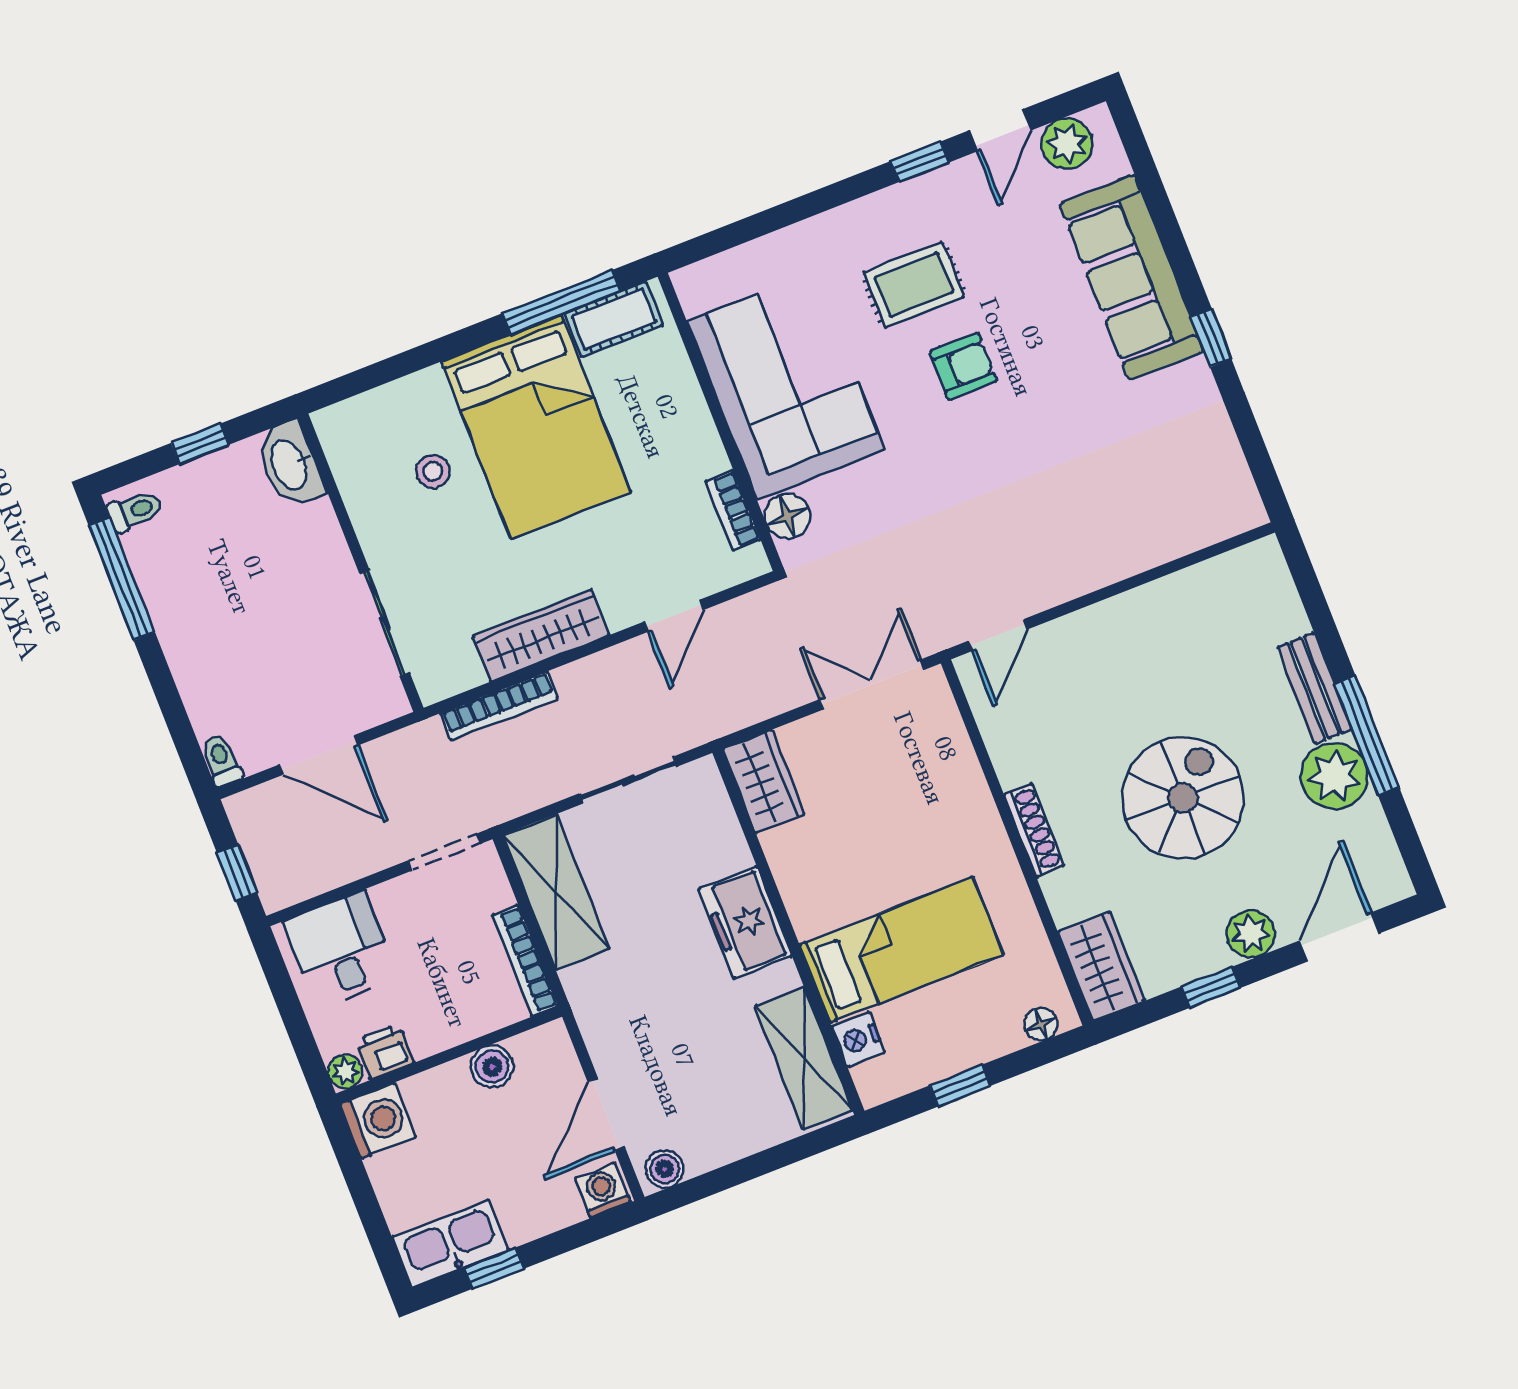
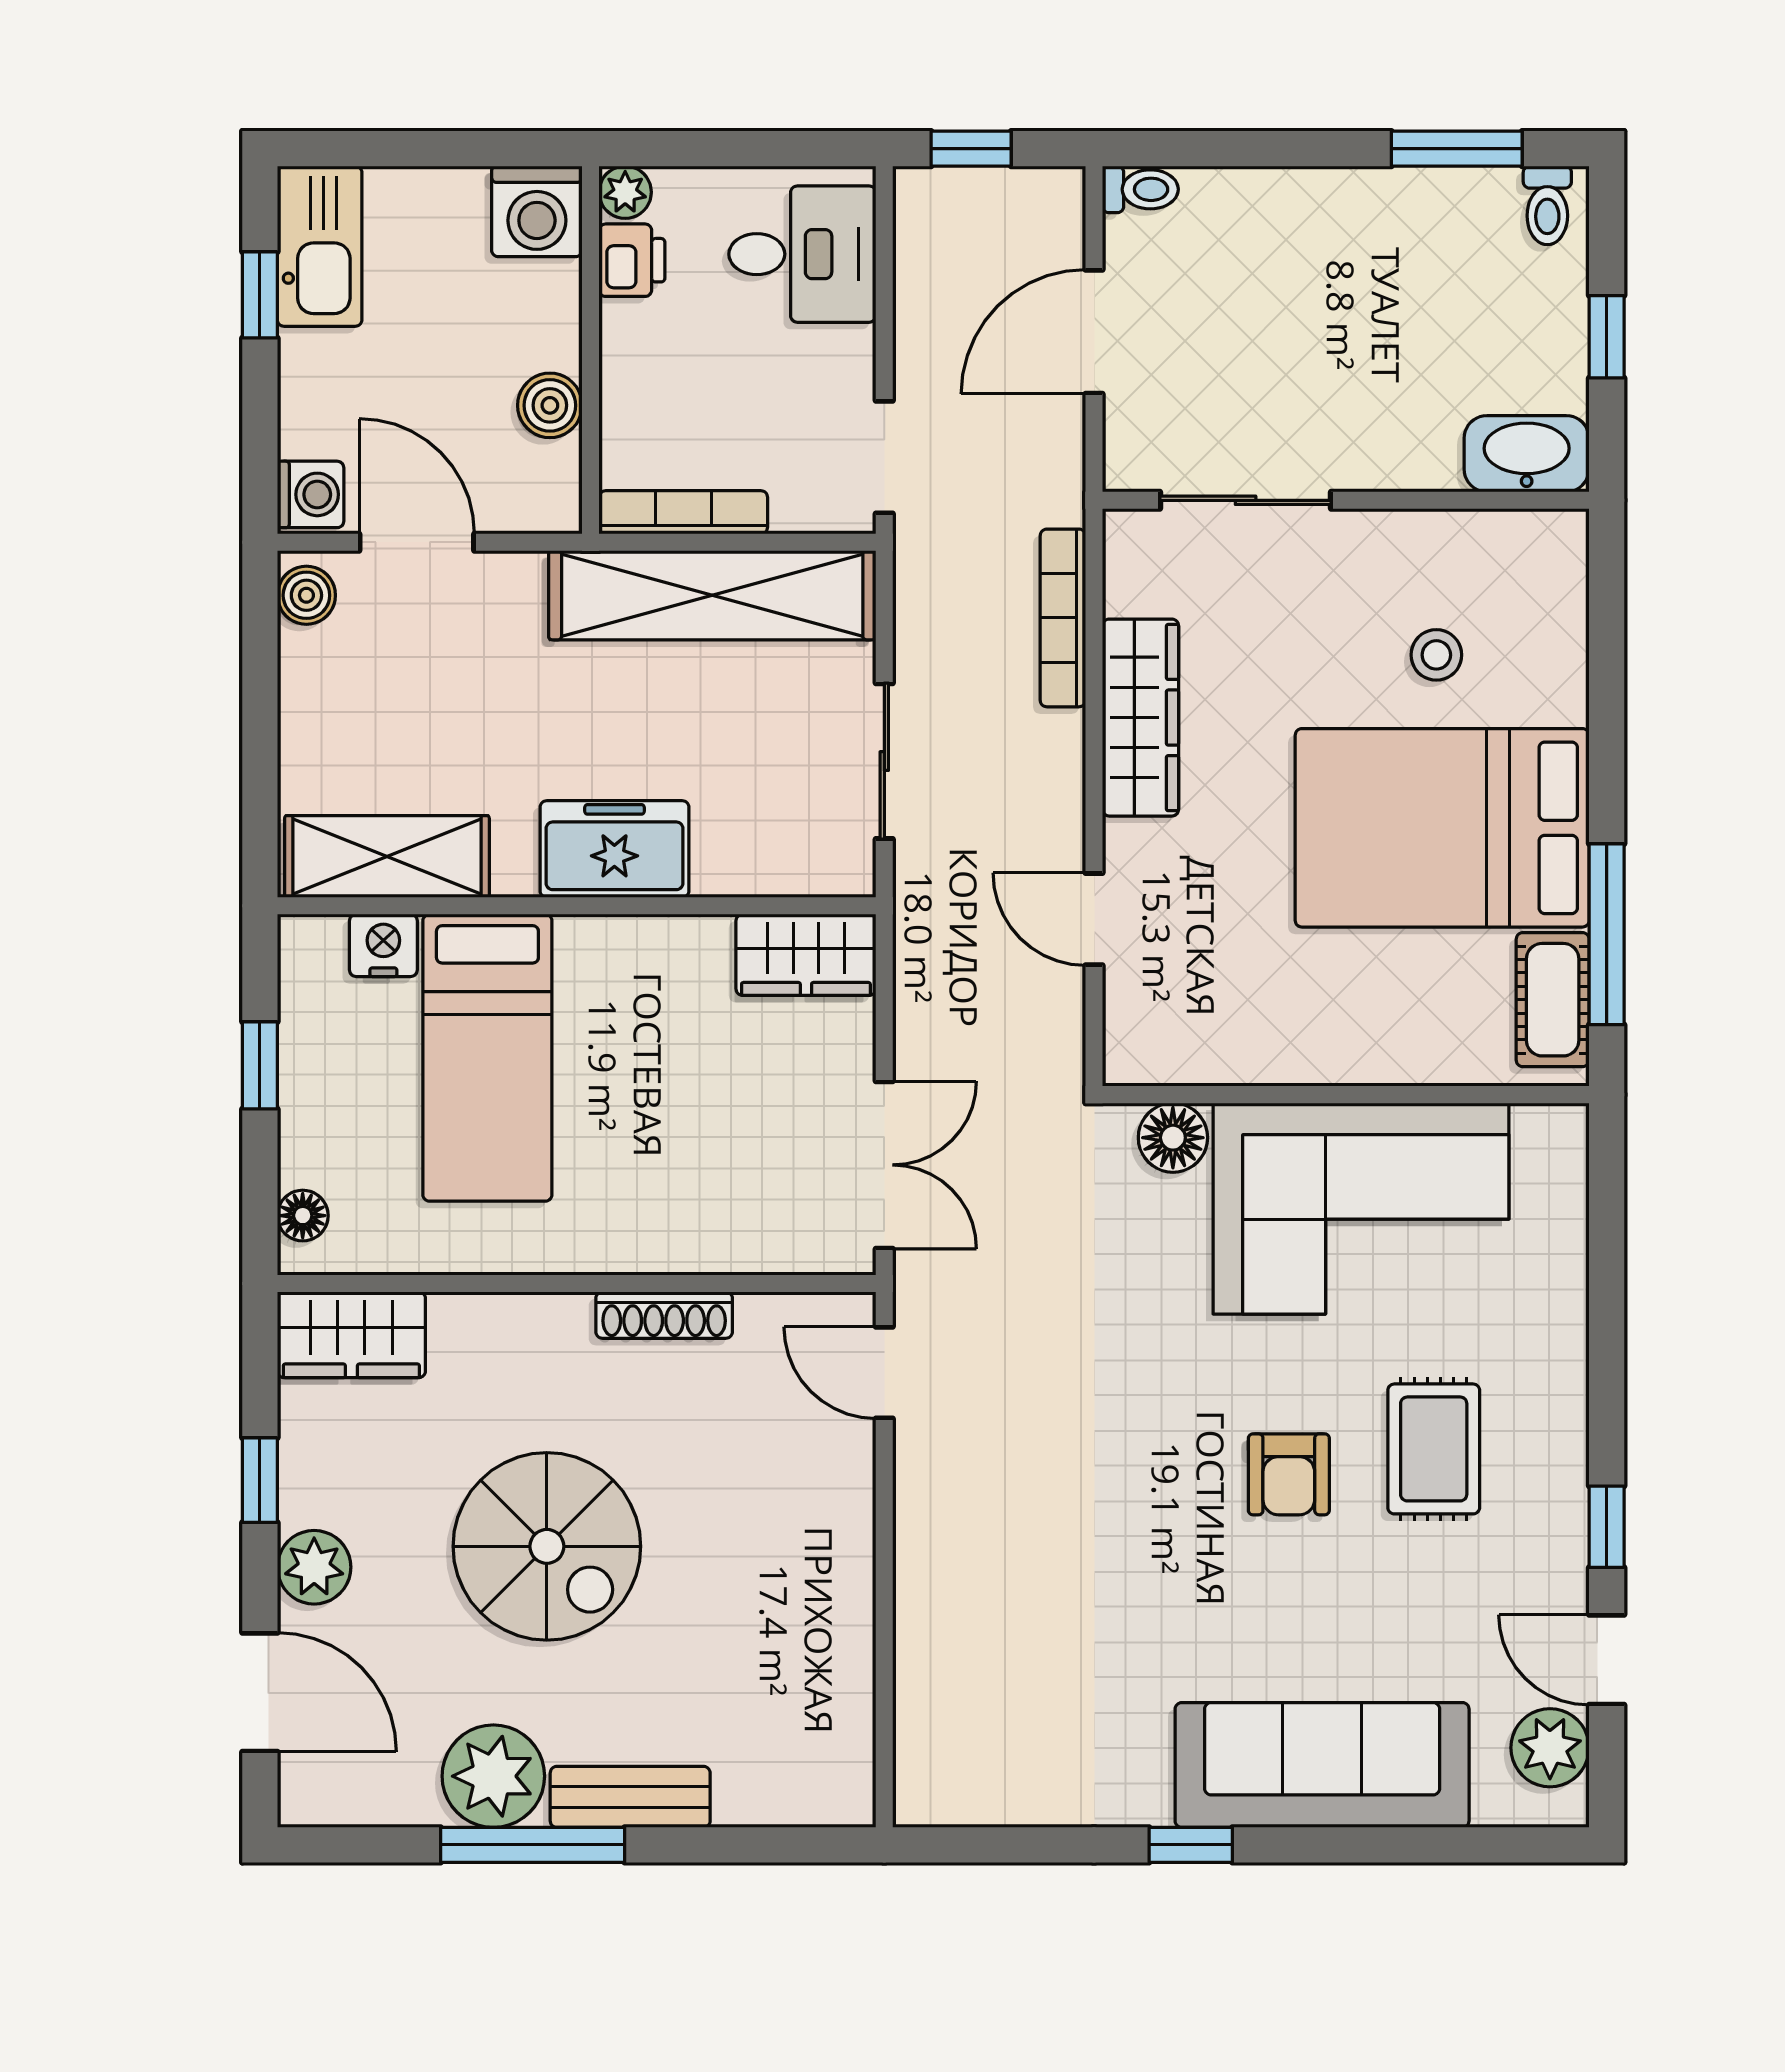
bookcase: (733, 510) -> (1212, 1063), removed
window: (122, 579) -> (1457, 149), width x0.69
shoe rack: (1034, 830) -> (664, 1315), moved
shelving: (556, 892) -> (712, 595), width x1.47

